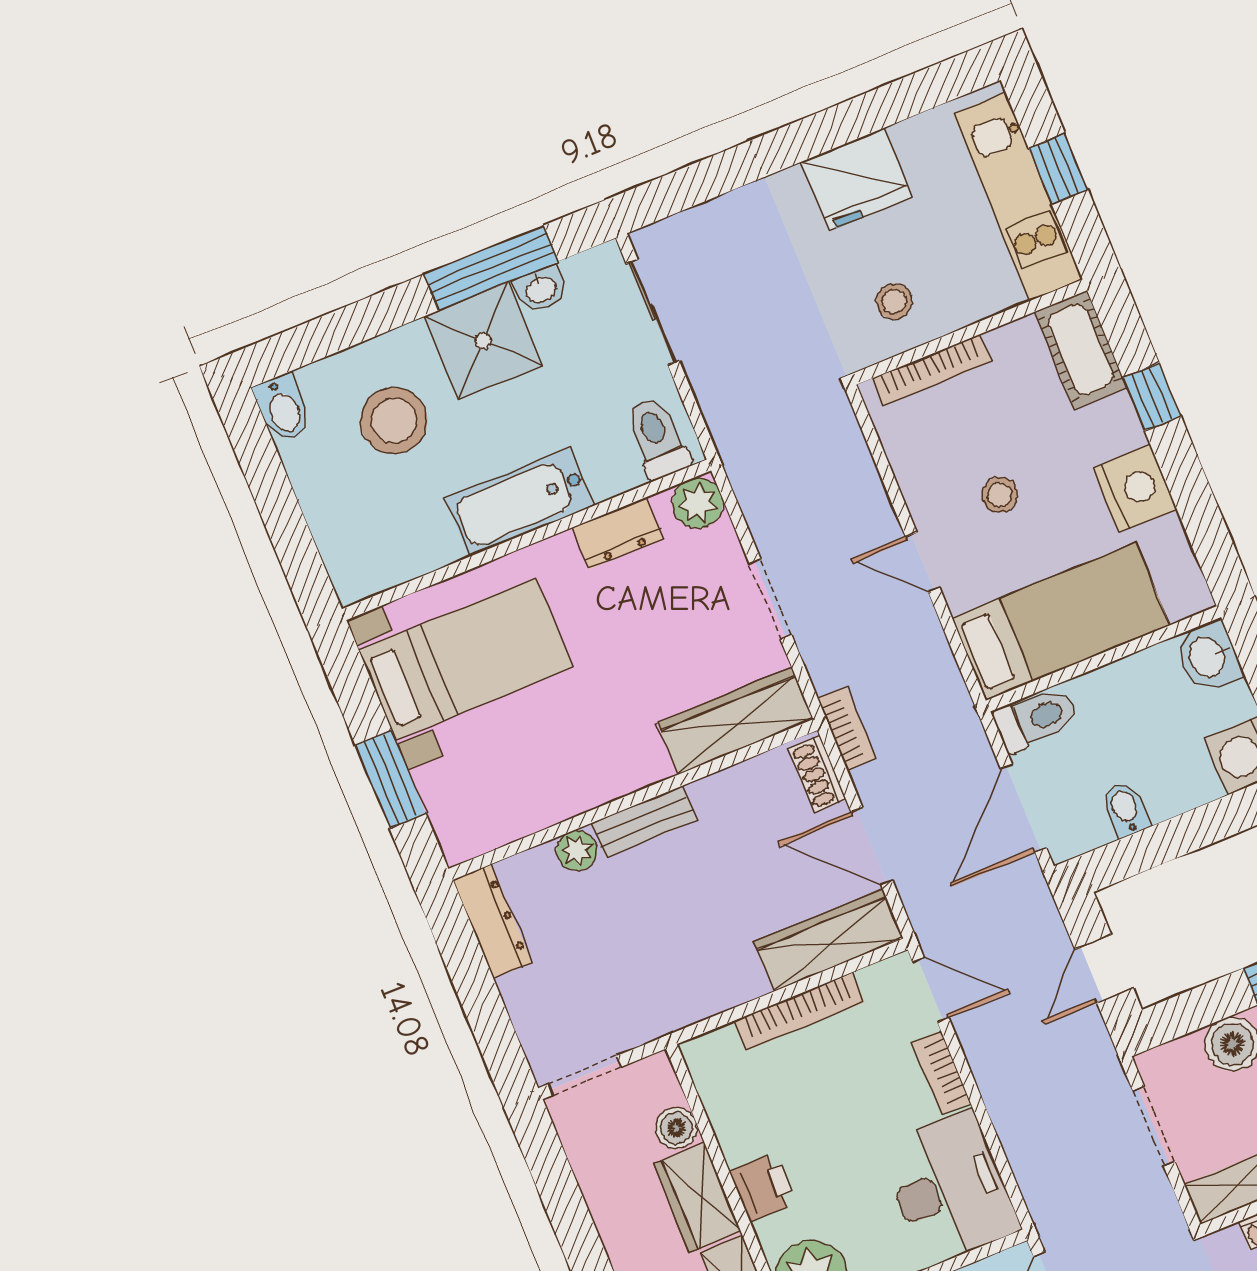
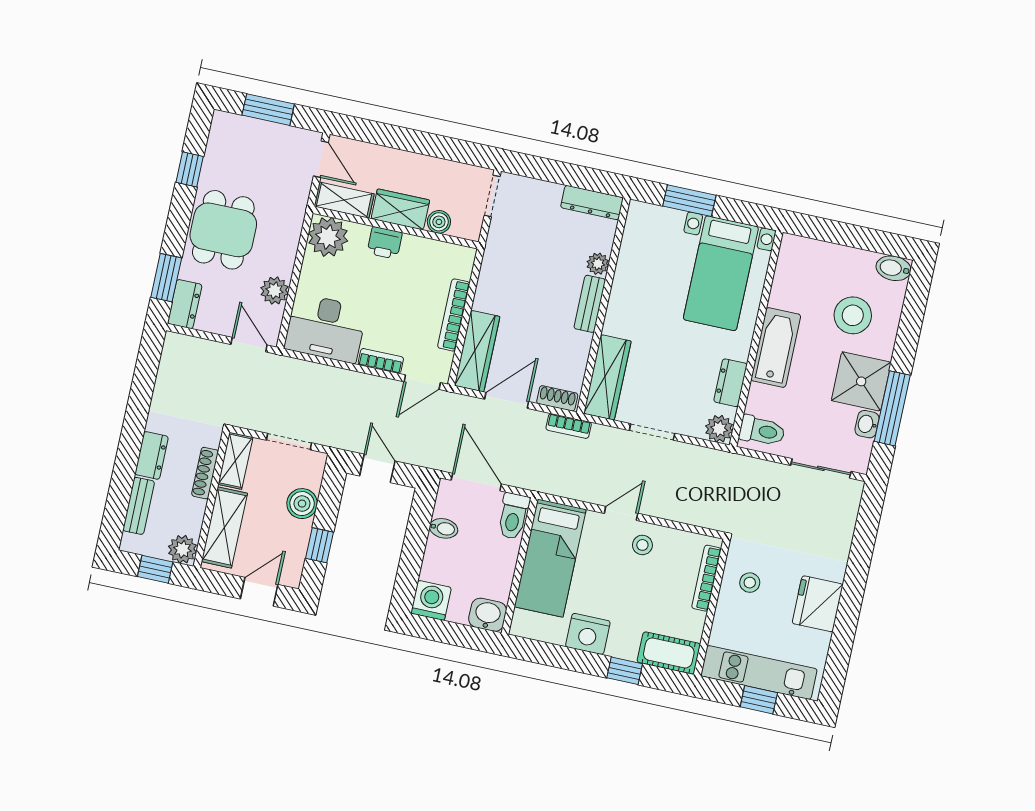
stool: (1000, 495) -> (642, 545), moved

